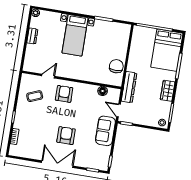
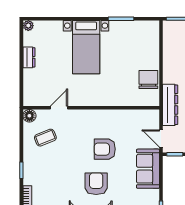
floor lamp: (103, 91) -> (29, 116), moved
armchair: (64, 94) -> (105, 149), moved, turned -90

